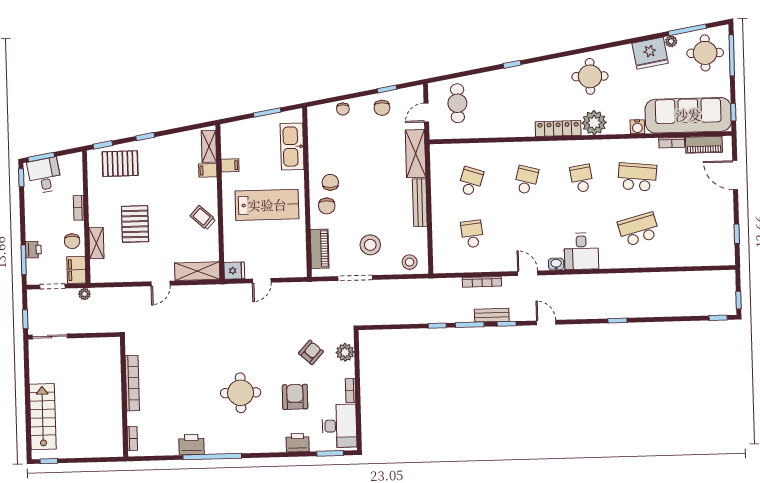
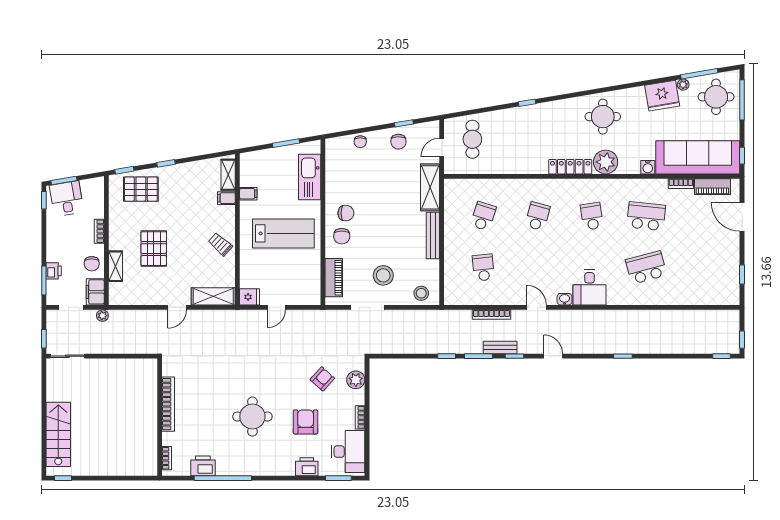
chair: (330, 182) -> (346, 213), turned 90
bookcase: (132, 383) -> (168, 404), moved
wall: (124, 397) -> (160, 417), moved
bookcase: (132, 438) -> (167, 458), moved

